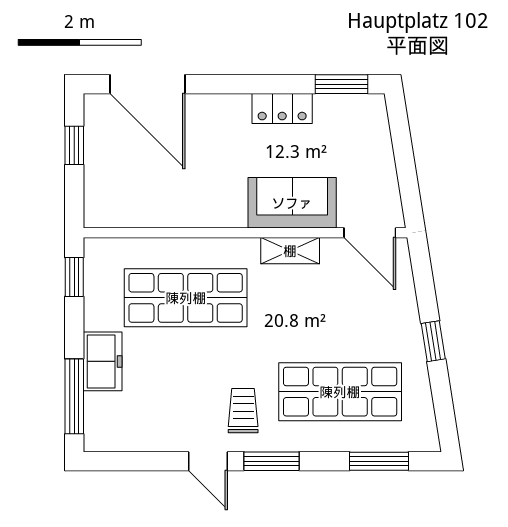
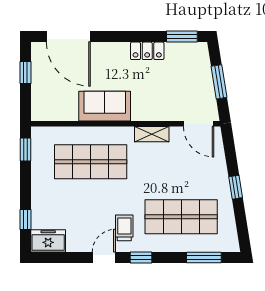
window: (405, 161) -> (219, 82), added
sofa: (292, 203) -> (105, 106), moved
freezer: (103, 361) -> (48, 241), moved, turned -90
window: (74, 396) -> (25, 220), width x0.46
door: (208, 461) -> (104, 257), swing flipped
window: (271, 461) -> (141, 257), width x0.67

